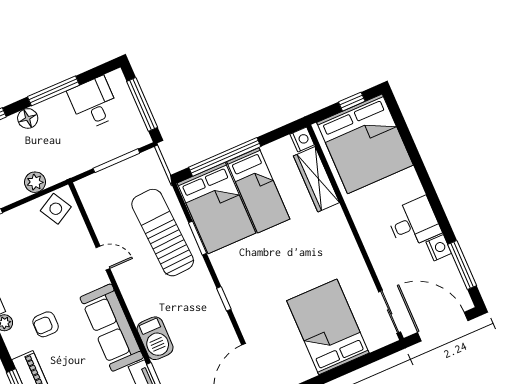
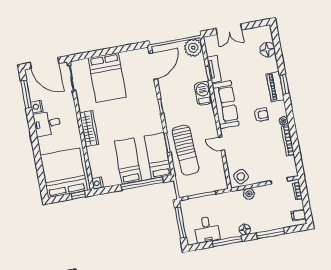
window: (352, 102) -> (78, 195), moved
wardrobe: (316, 179) -> (89, 129), moved
bed: (217, 208) -> (158, 156), width x0.67

